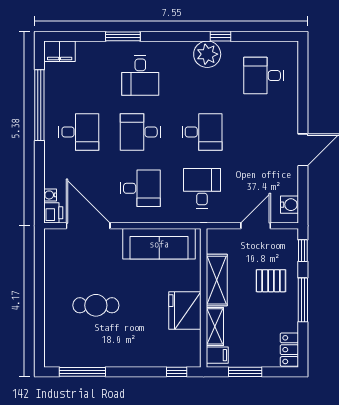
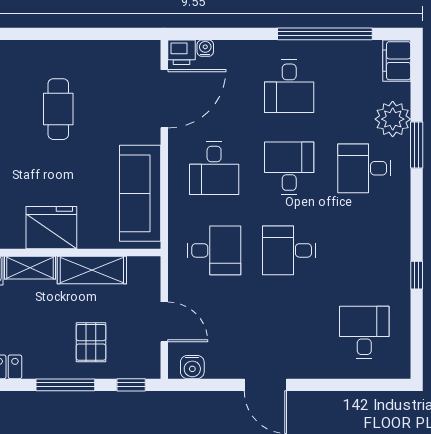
plant: (207, 54) -> (393, 119), moved
desk: (202, 132) -> (289, 250), turned 90

